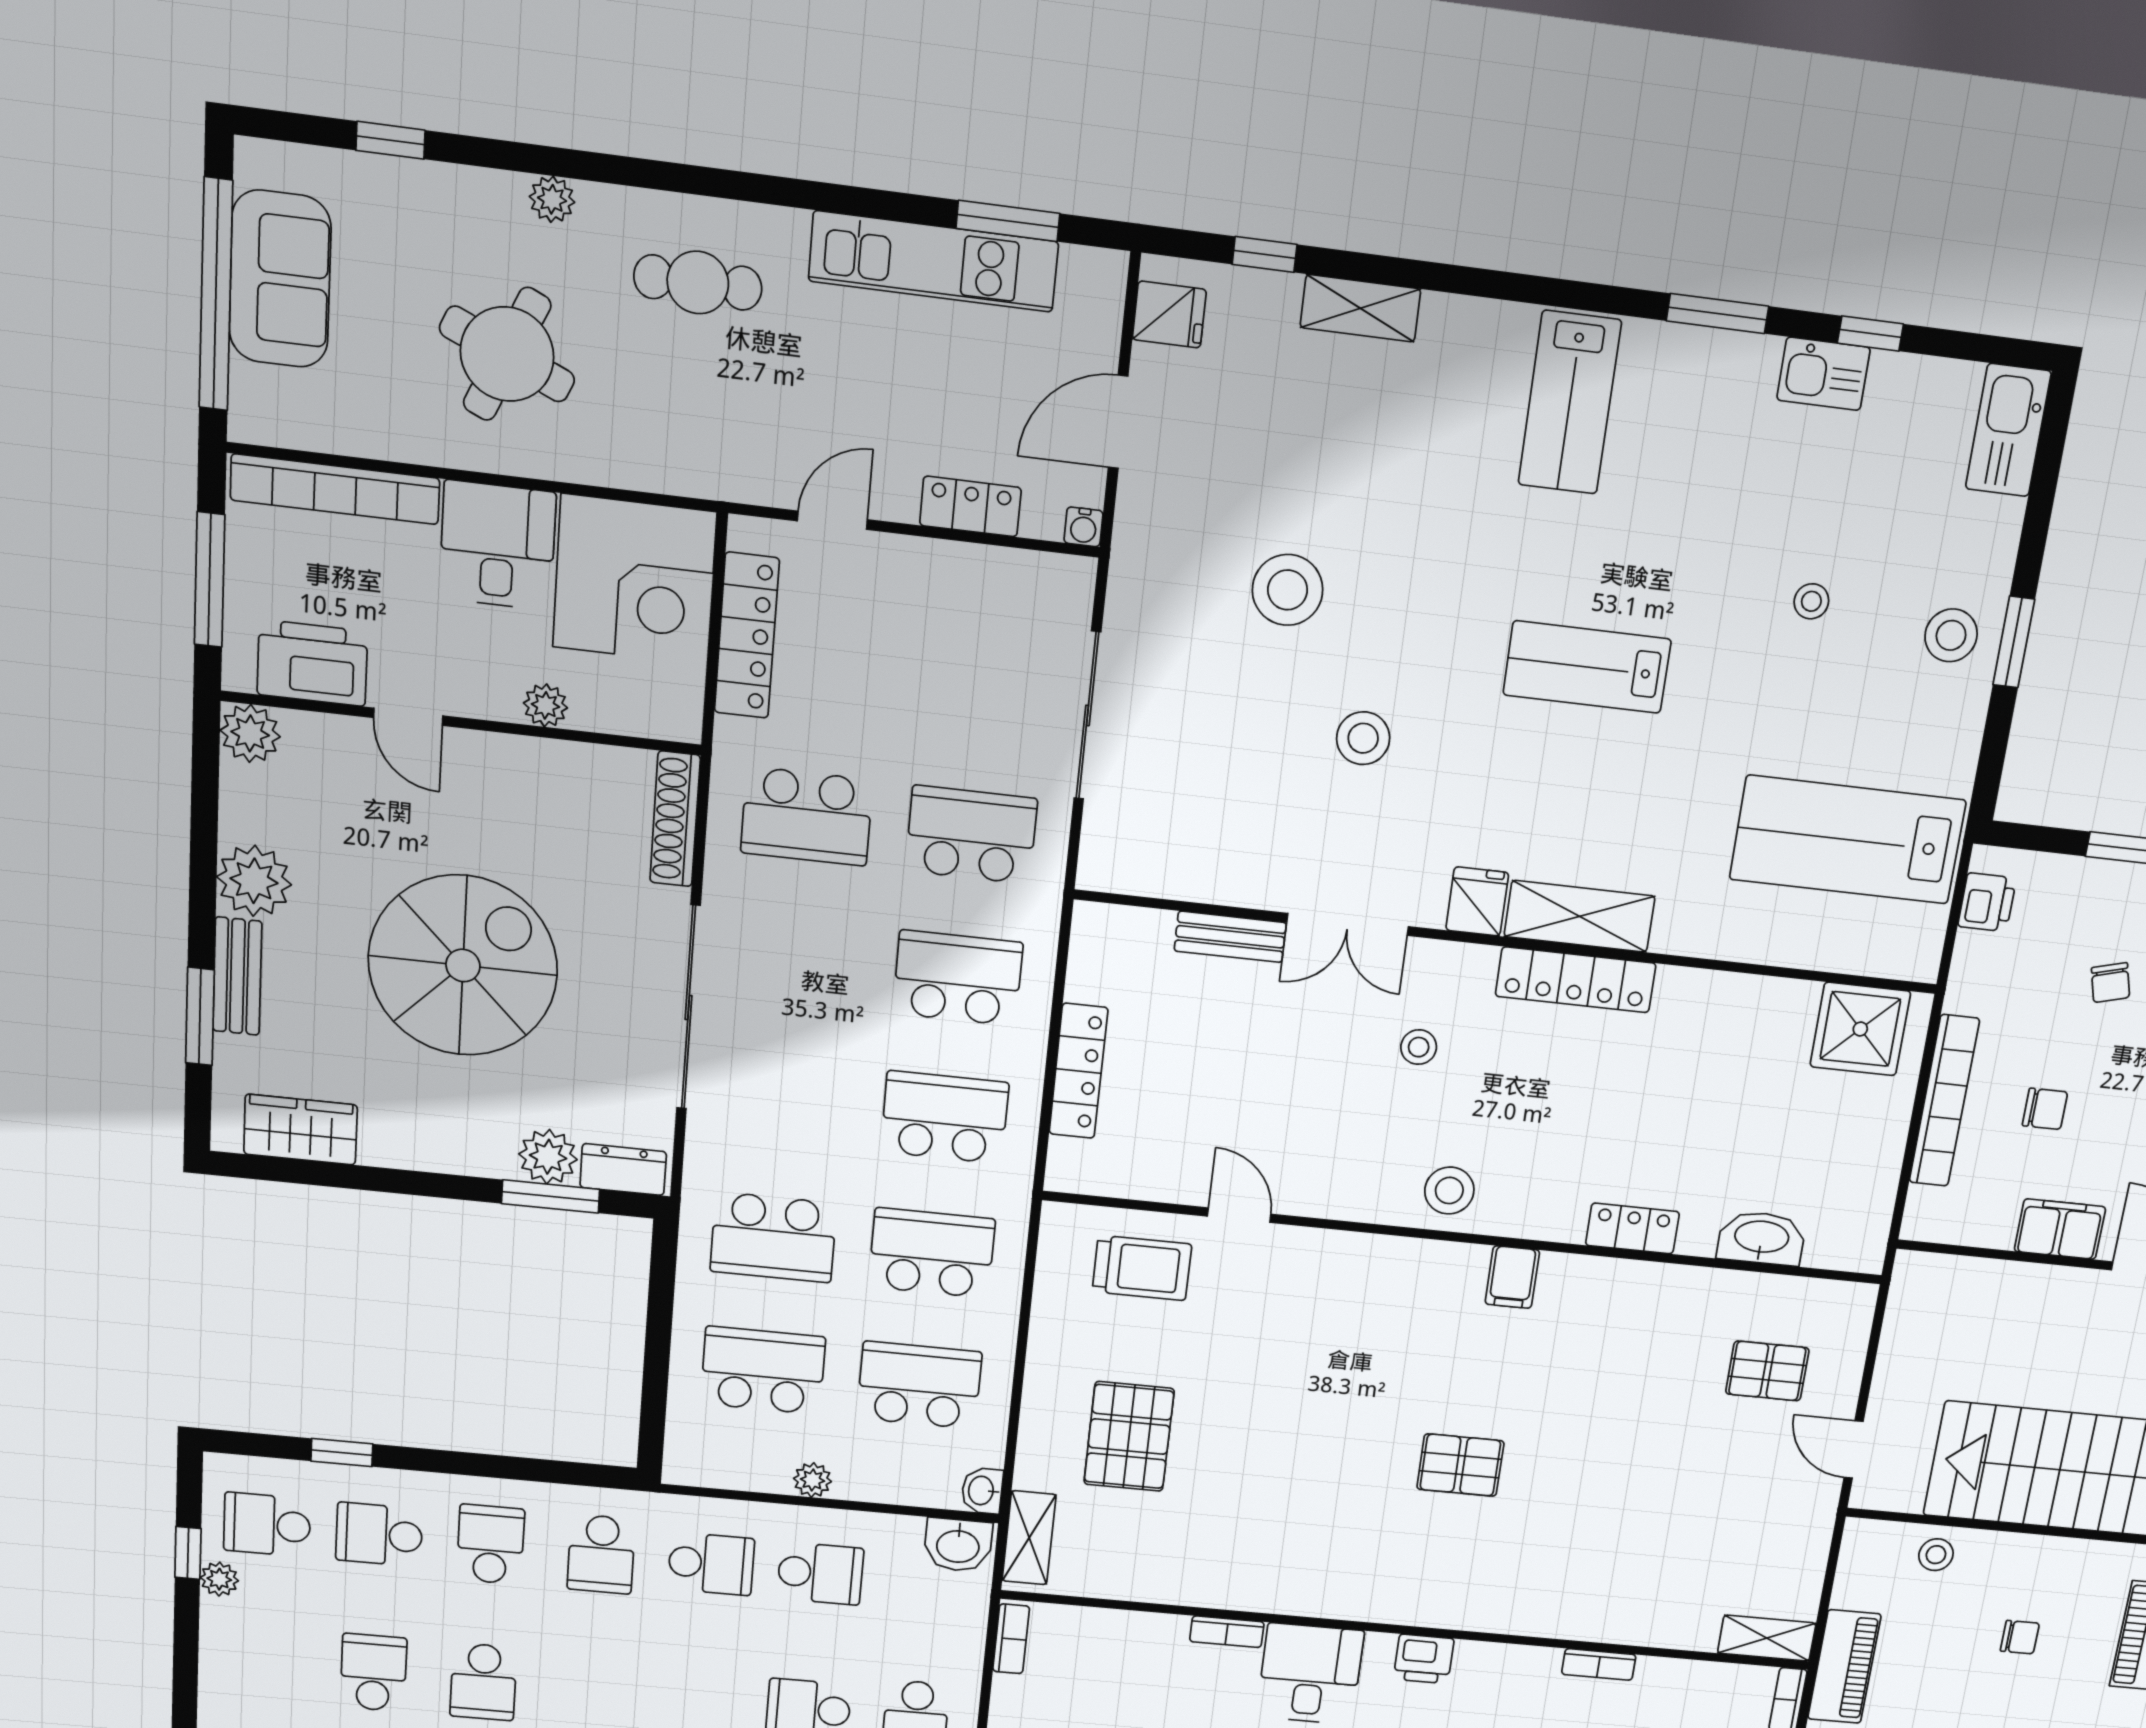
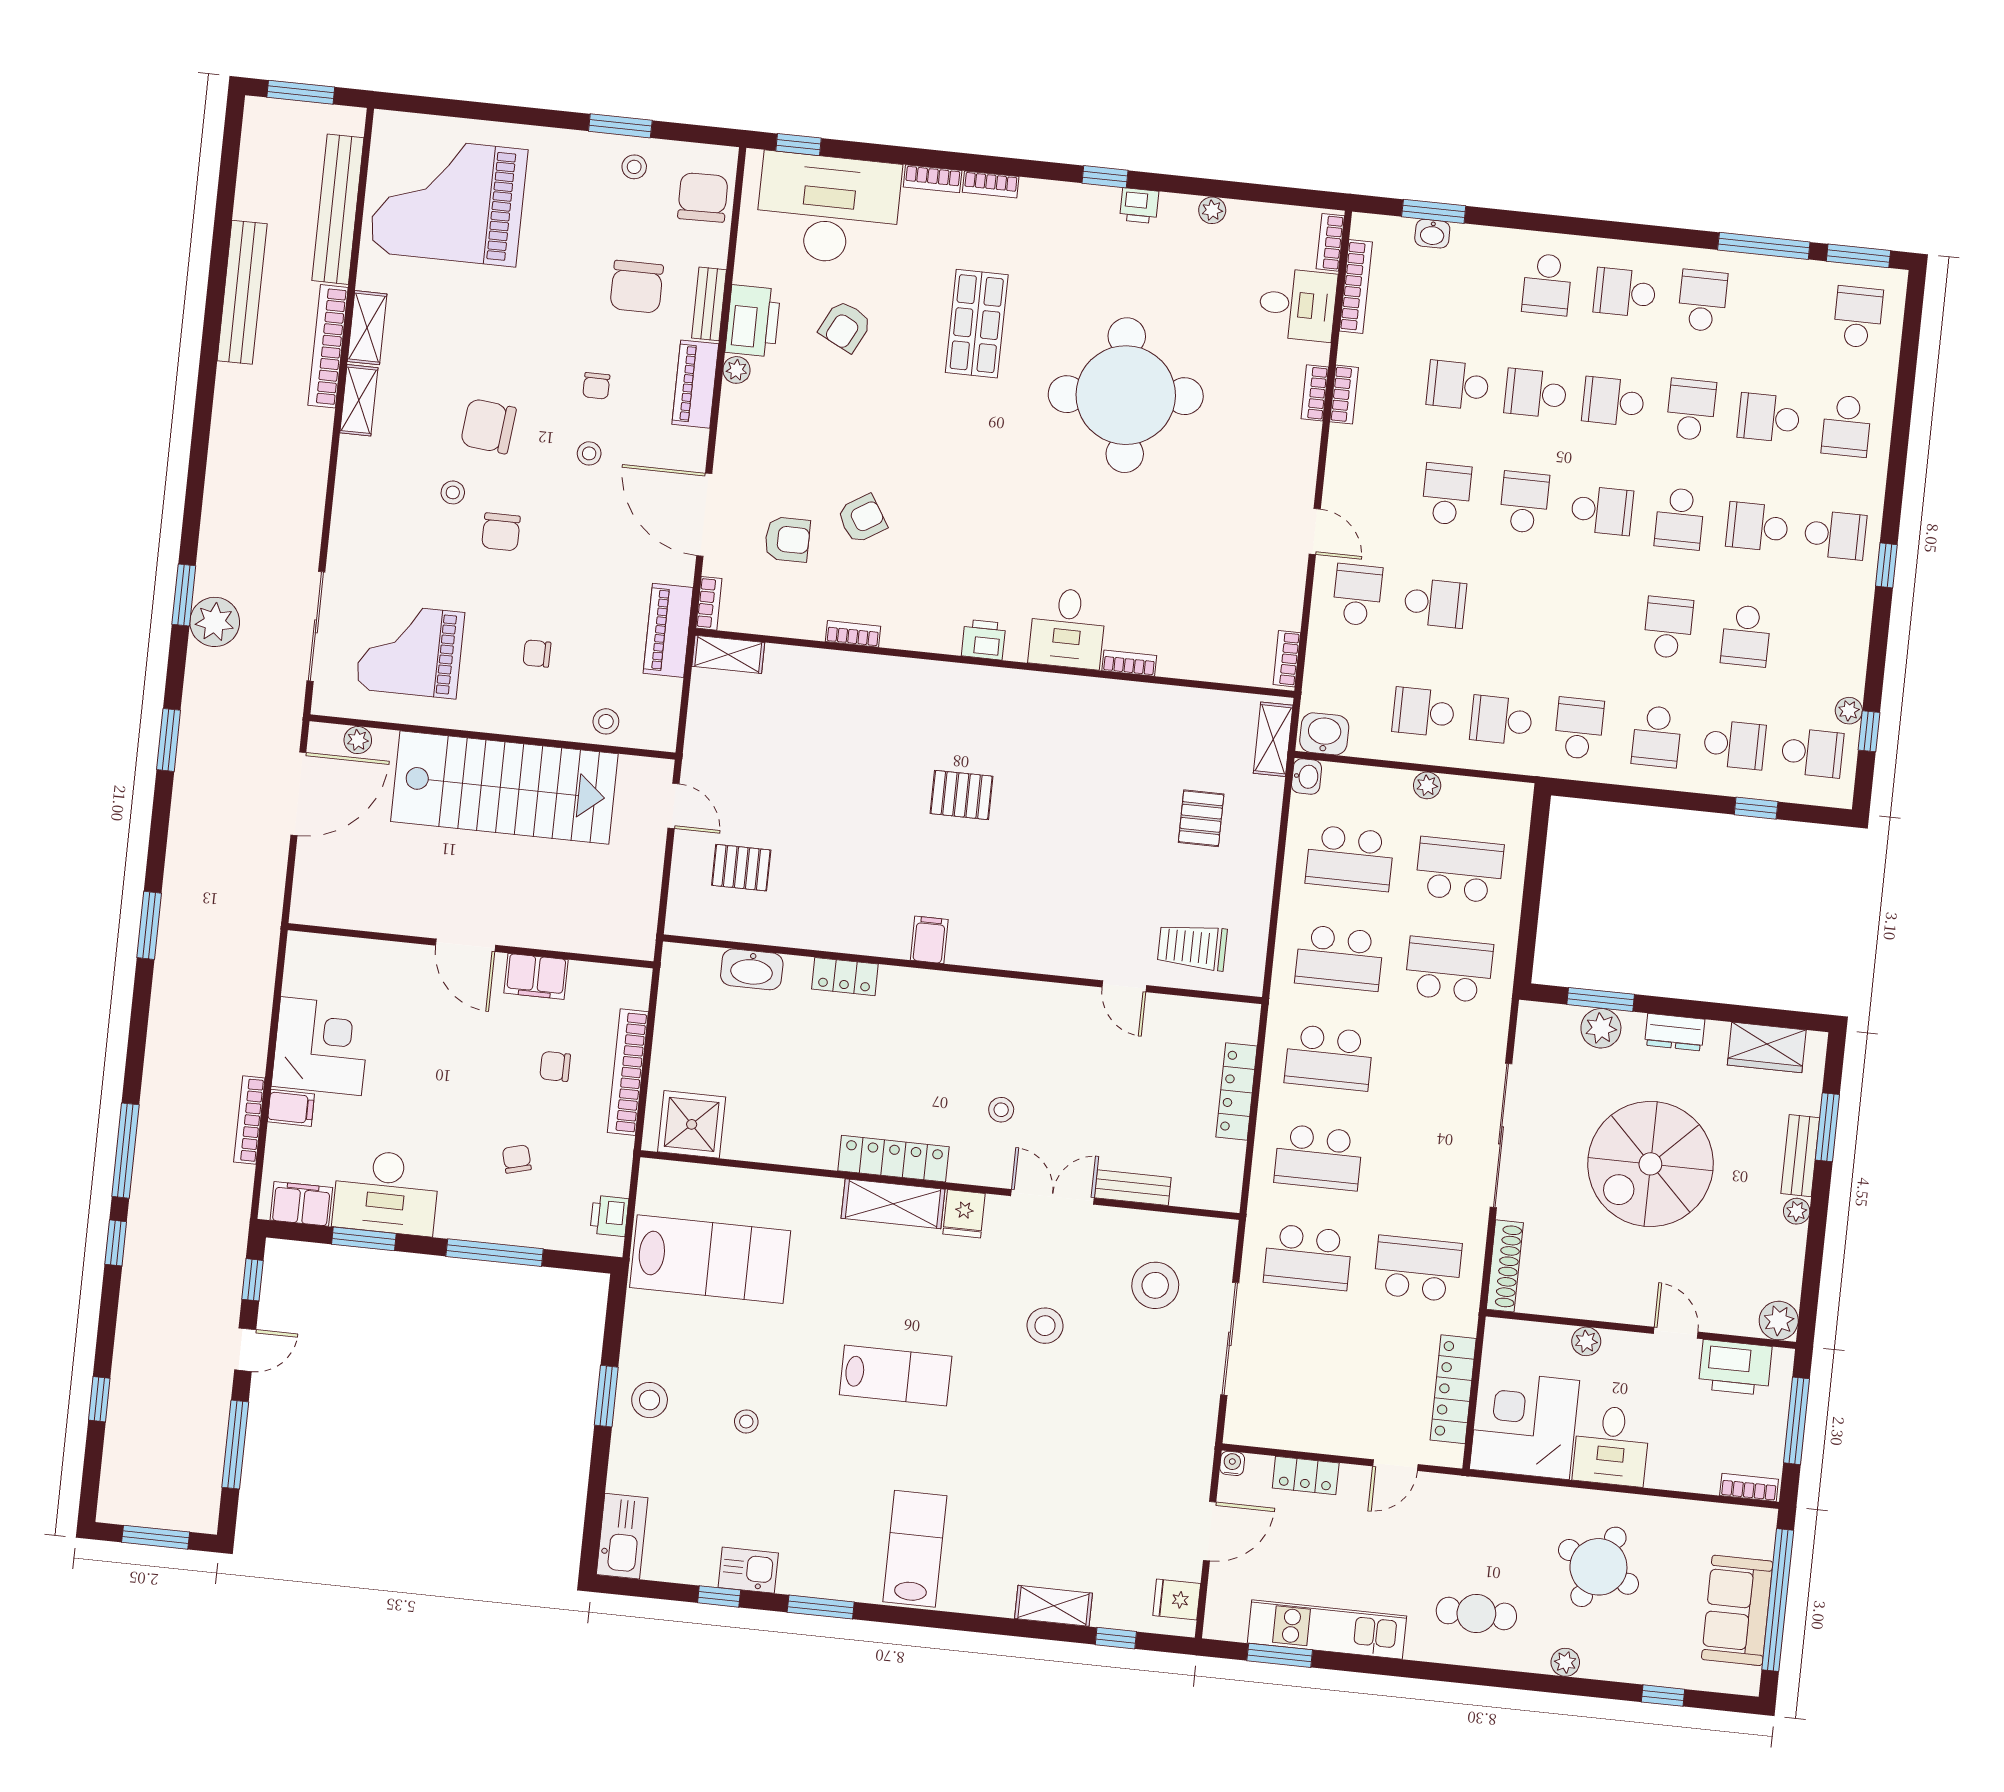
bookcase: (335, 489) -> (1749, 1487), width x0.43, depth x0.76
stool: (1288, 590) -> (1155, 1285), moved
plant: (254, 881) -> (1797, 1211), width x0.53, depth x0.53
dresser: (623, 1170) -> (1675, 1032), moved
stool: (1449, 1190) -> (976, 1005), removed
school desk: (763, 1370) -> (1459, 870), turned 180
pallet: (1129, 1436) -> (1201, 818), width x0.67, depth x0.71

